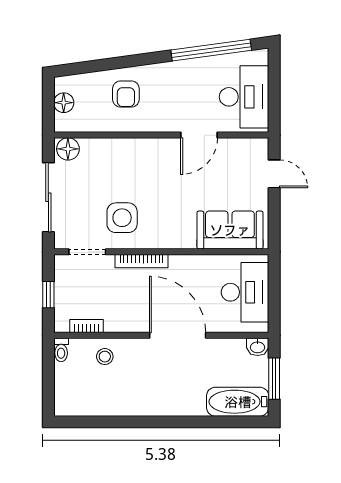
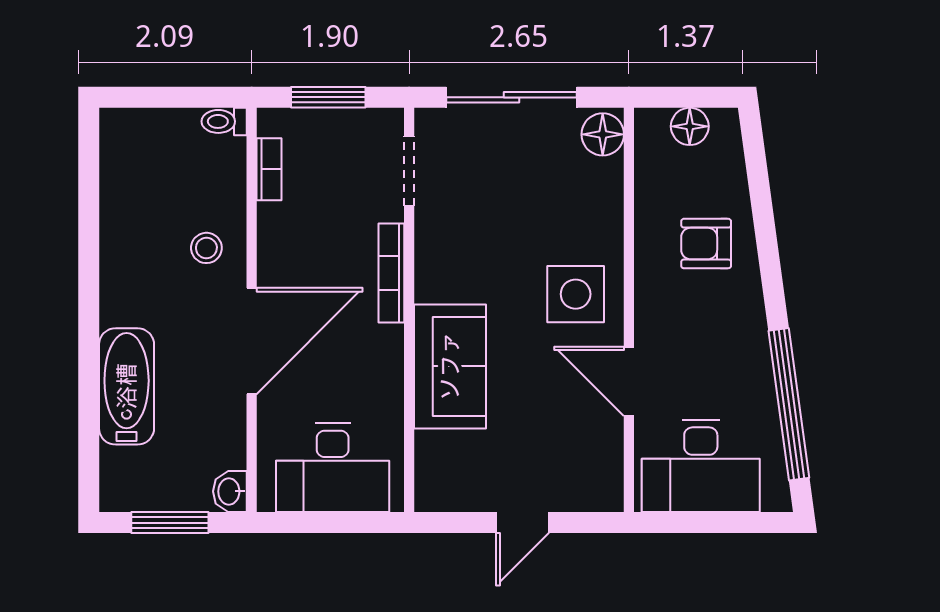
door: (274, 174) -> (522, 523), moved
side table: (122, 218) -> (576, 294), moved
sofa: (230, 230) -> (450, 366), moved
window: (48, 295) -> (328, 97), width x1.50
stool: (105, 357) -> (206, 248), moved
bathtub: (238, 402) -> (127, 386), moved

